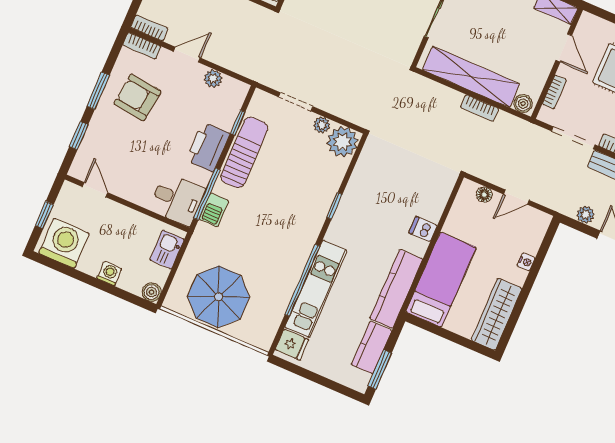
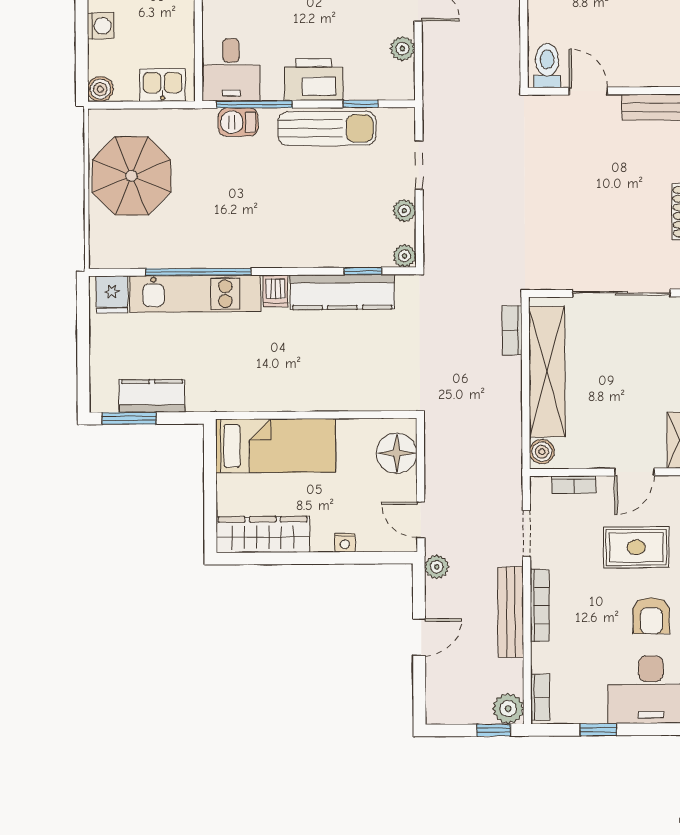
bookcase: (480, 108) -> (512, 330), moved
doorway: (573, 138) -> (526, 534), width x0.73
plant: (342, 142) -> (404, 256), width x0.53, depth x0.53
floor lamp: (484, 195) -> (397, 453), width x1.89, depth x1.89
door: (516, 197) -> (421, 520), moved
window: (334, 206) -> (363, 271), moved
plant: (586, 215) -> (437, 567), moved
dishwasher: (423, 229) -> (275, 291), moved, turned 180
kitchen counter: (396, 289) -> (342, 292), moved, turned 180

